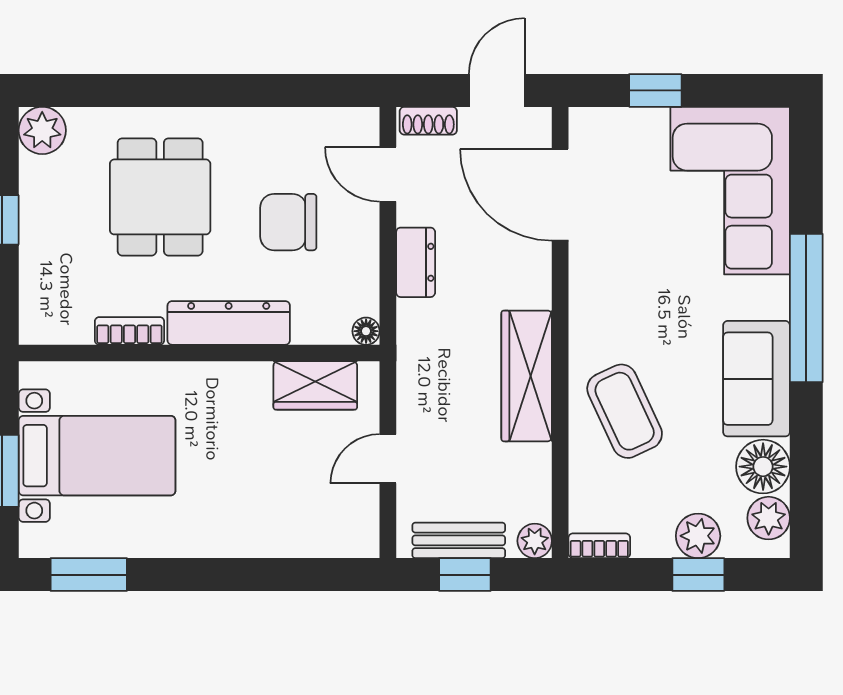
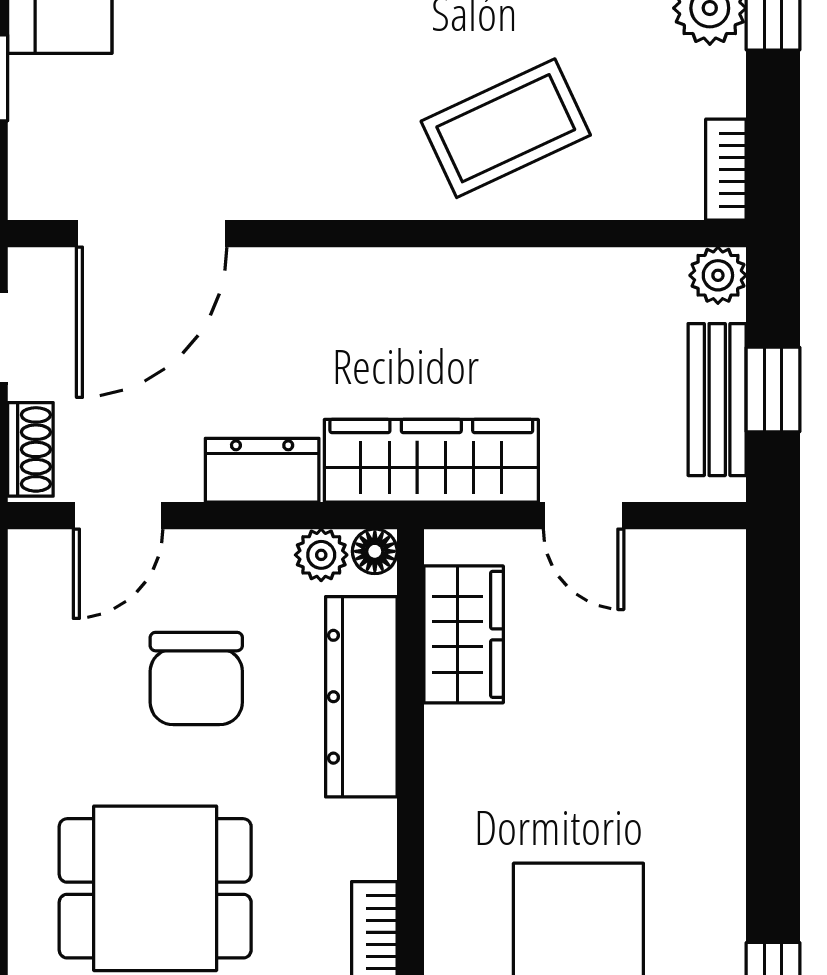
plant: (364, 298) -> (321, 555), added
dresser: (229, 323) -> (361, 697), moved
wardrobe: (527, 376) -> (431, 461), moved, turned 180

